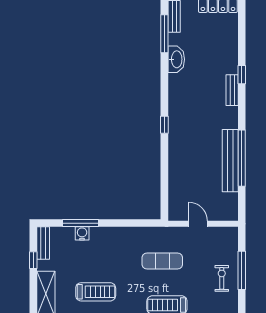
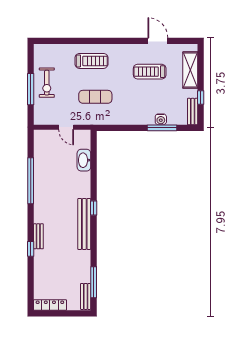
washbasin: (176, 59) -> (84, 160), moved
bench: (230, 161) -> (84, 224), moved
exercise bike: (222, 278) -> (47, 83), width x1.38, depth x1.39

